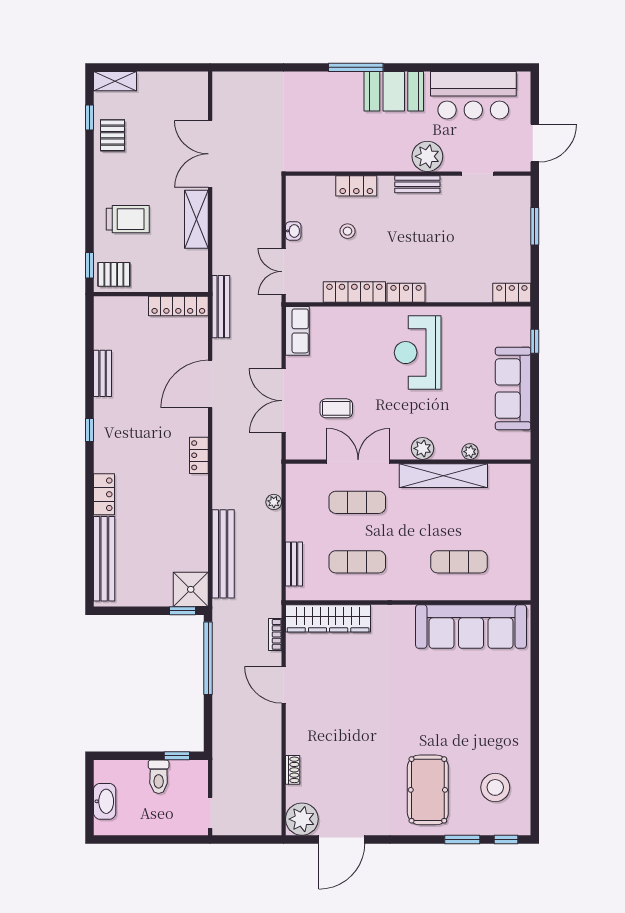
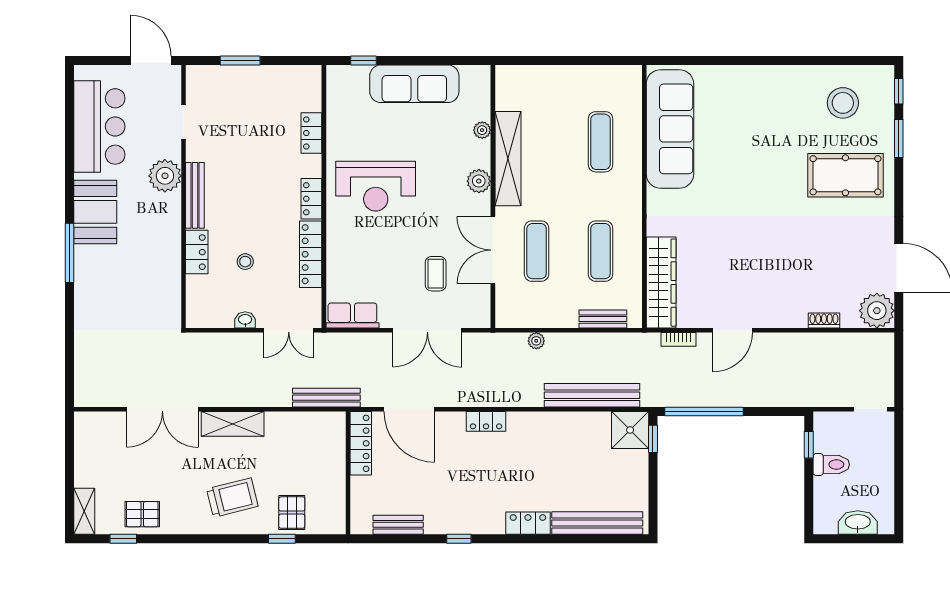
bench: (417, 184) -> (195, 195), width x1.36
trolley: (128, 219) -> (232, 498), turned 76
locker: (512, 293) -> (311, 133), moved
wall: (151, 294) -> (348, 473), moved
locker: (178, 306) -> (361, 443), moved

